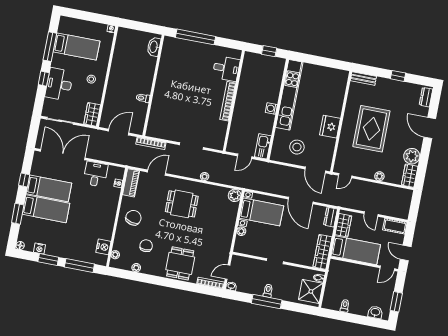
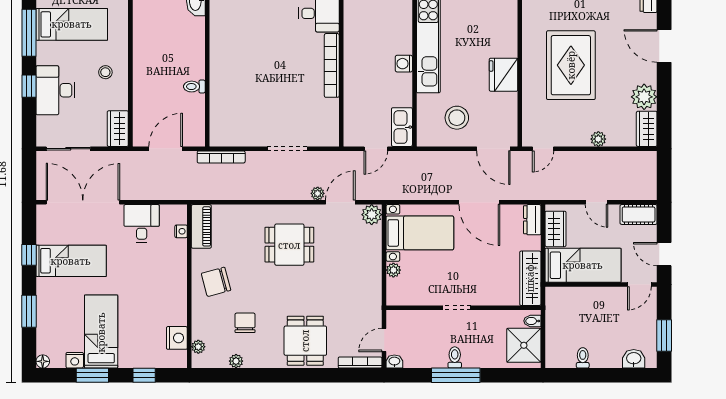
door: (157, 173) -> (340, 202), moved
bed: (46, 209) -> (101, 332), moved, turned -90
chair: (133, 218) -> (216, 282), turned -119
window: (79, 266) -> (144, 375), width x0.46

